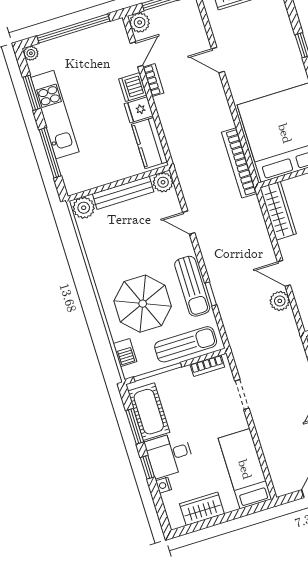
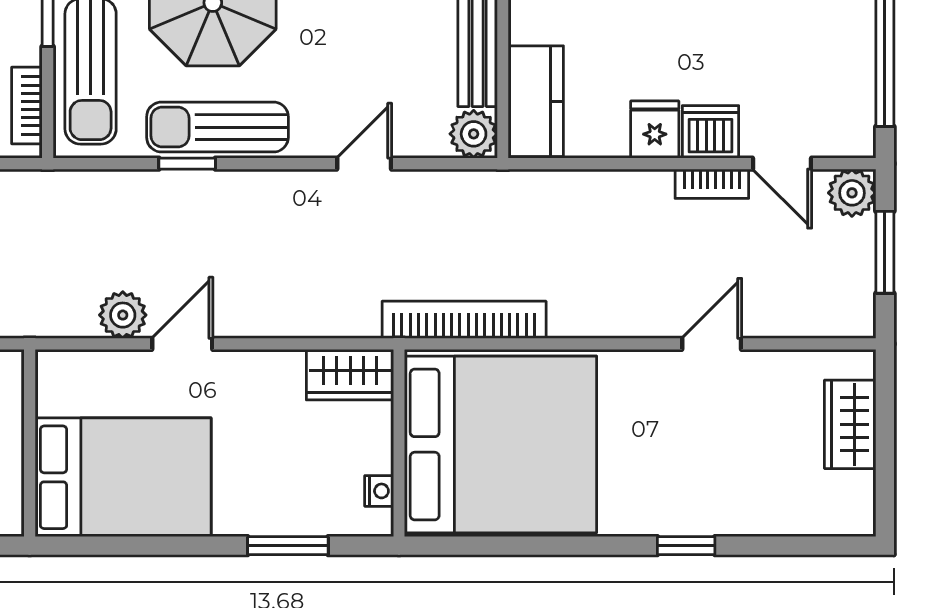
kitchen counter: (149, 143) -> (536, 101), moved, turned 90
wardrobe: (278, 211) -> (350, 375), width x0.67

